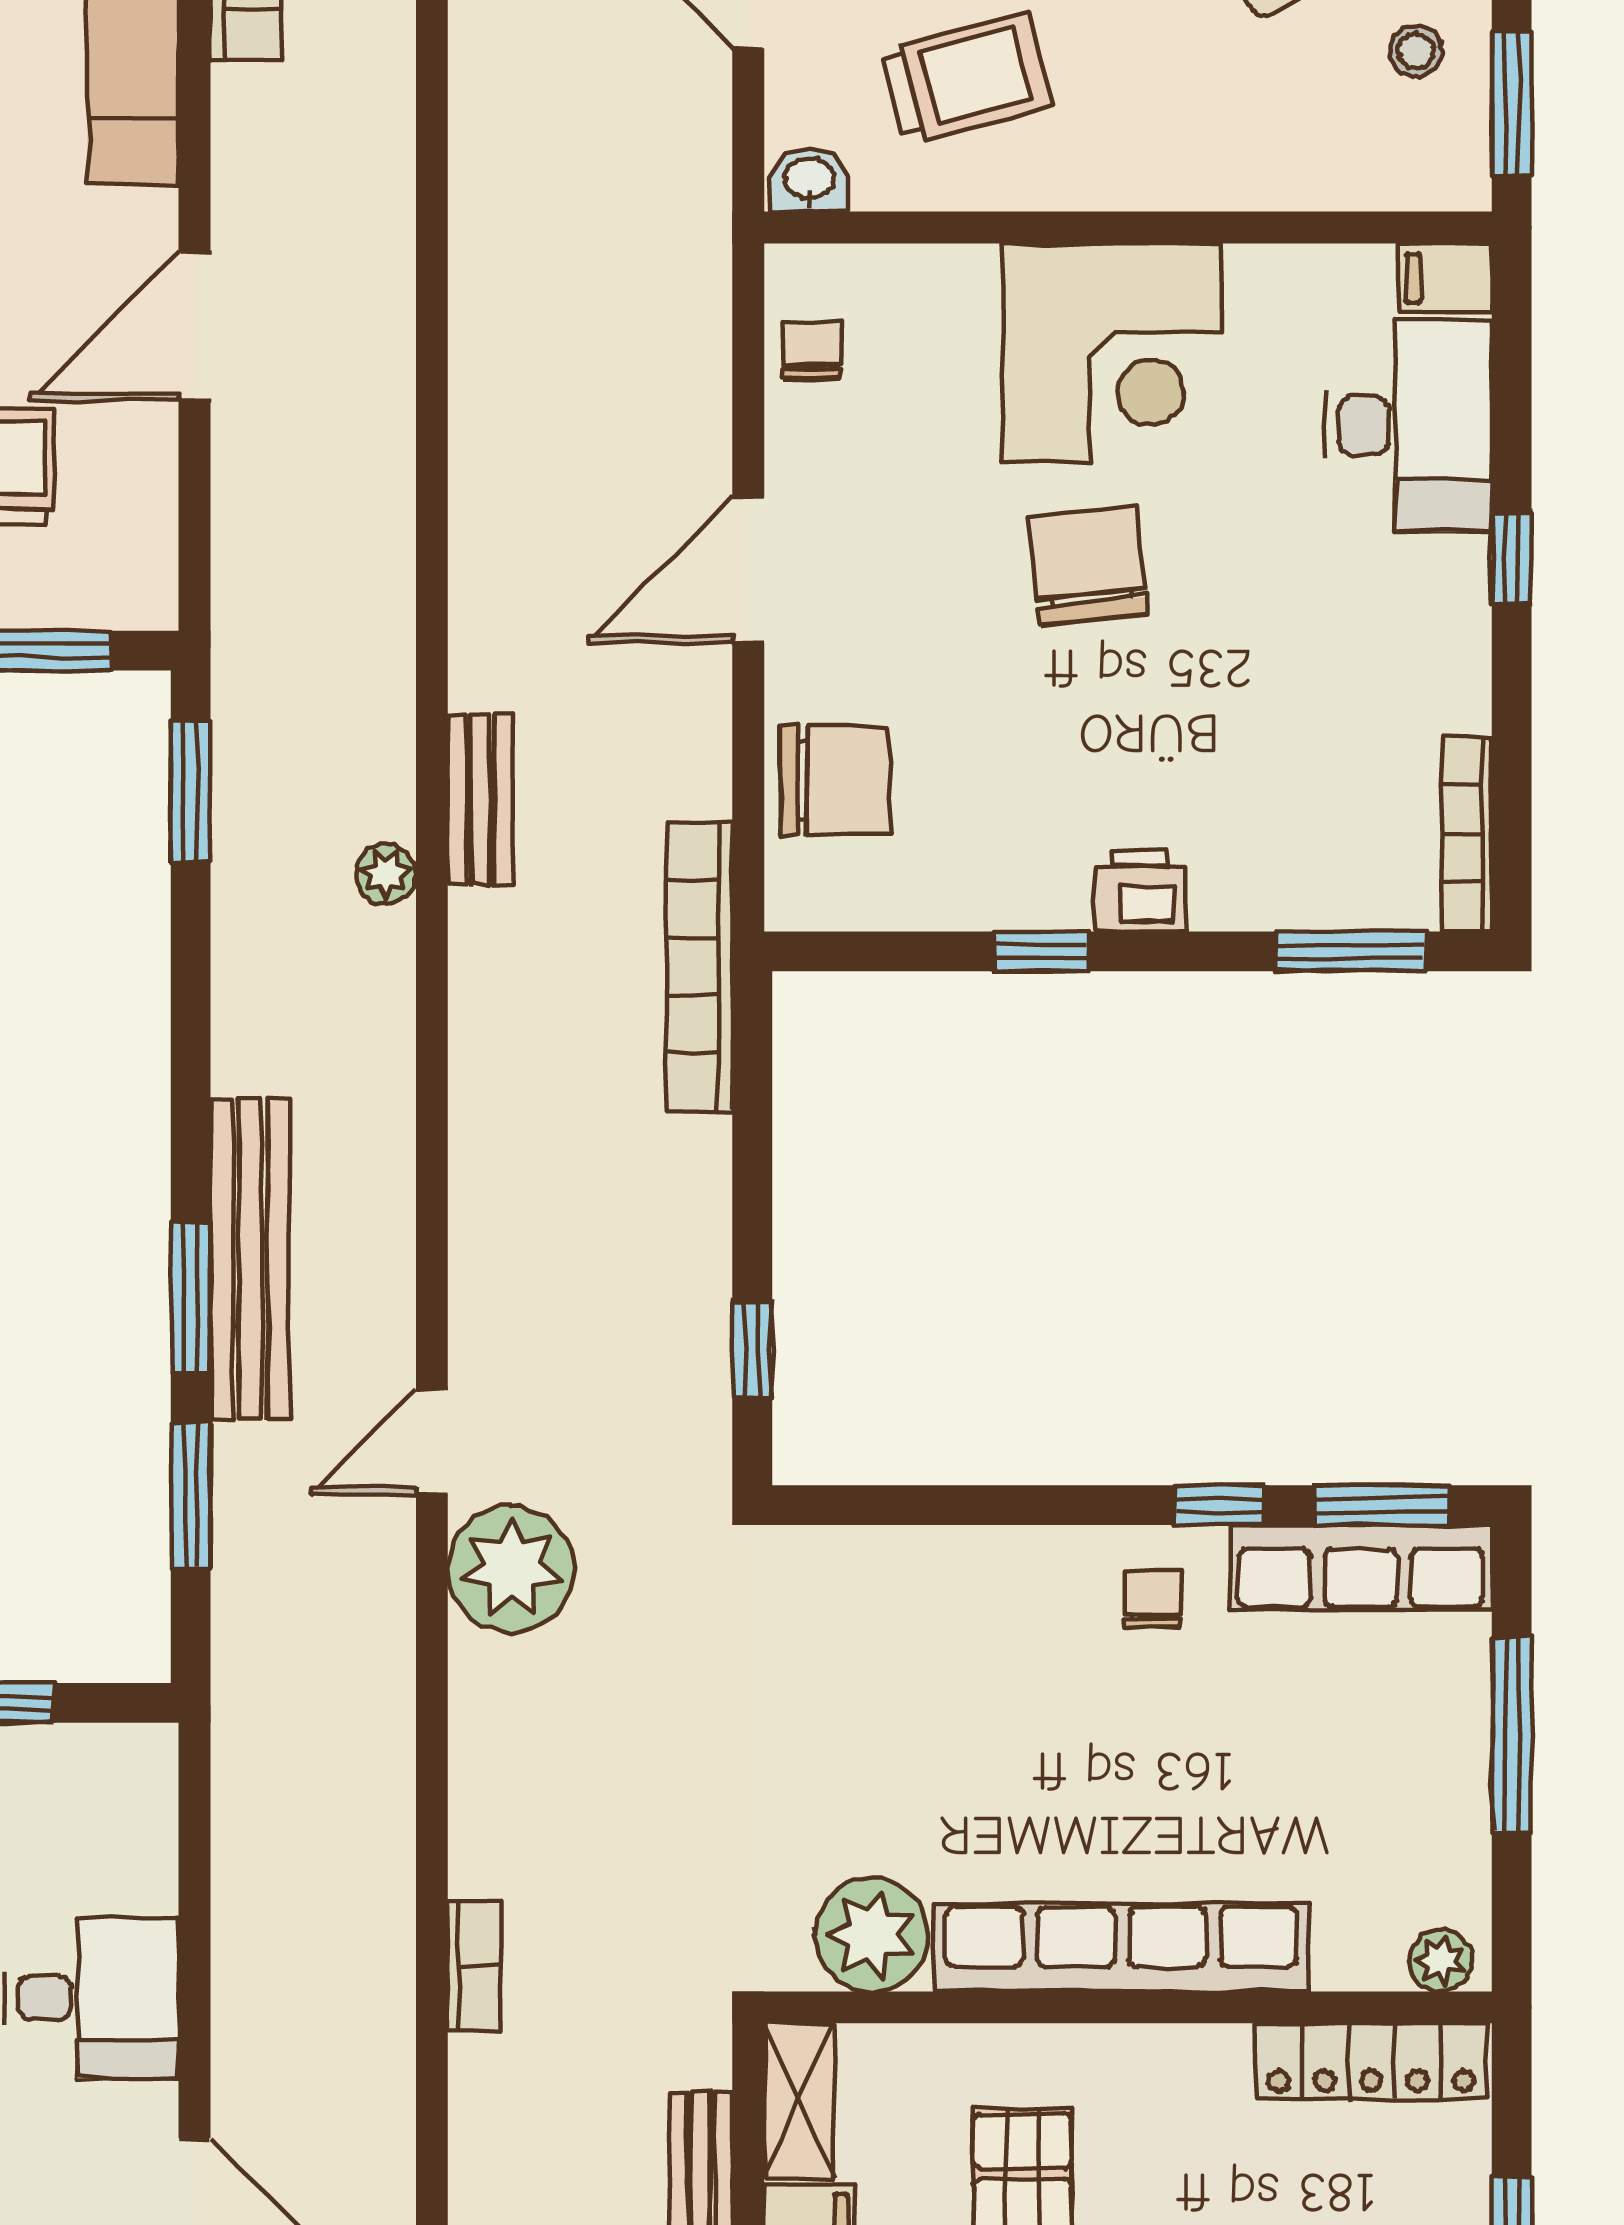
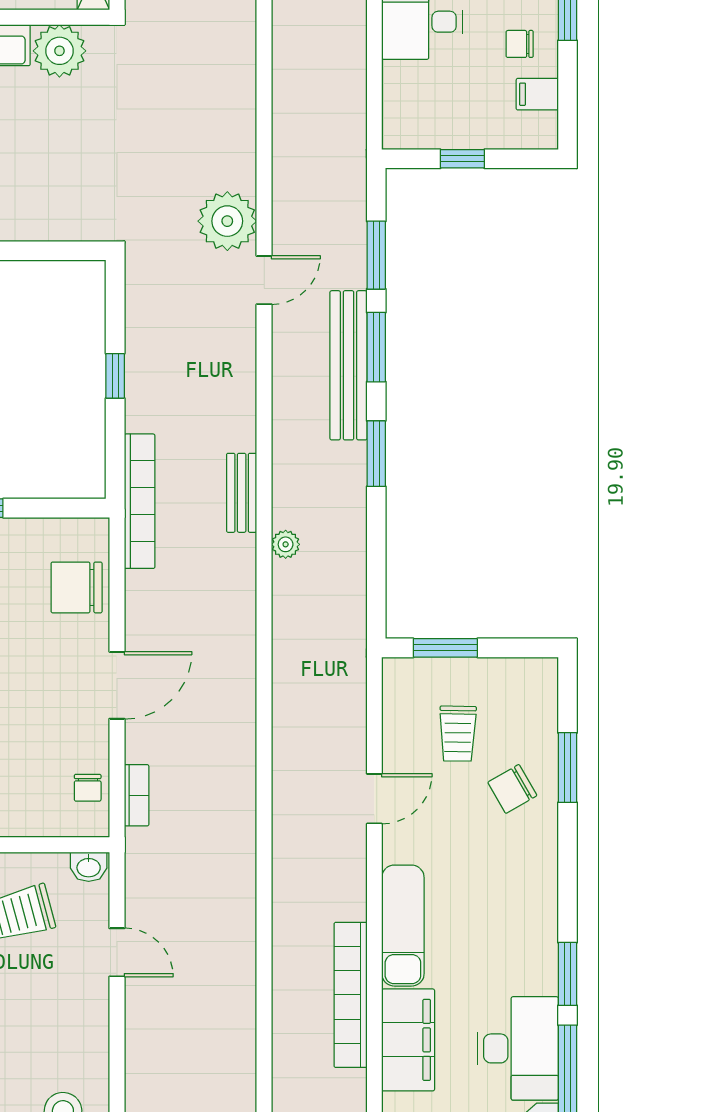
door: (195, 326) -> (374, 799), width x0.73
window: (191, 792) -> (376, 454), moved
bench: (480, 800) -> (242, 493), moved
window: (752, 1350) -> (115, 376), moved
bookcase: (474, 1966) -> (137, 795), moved, turned 180

